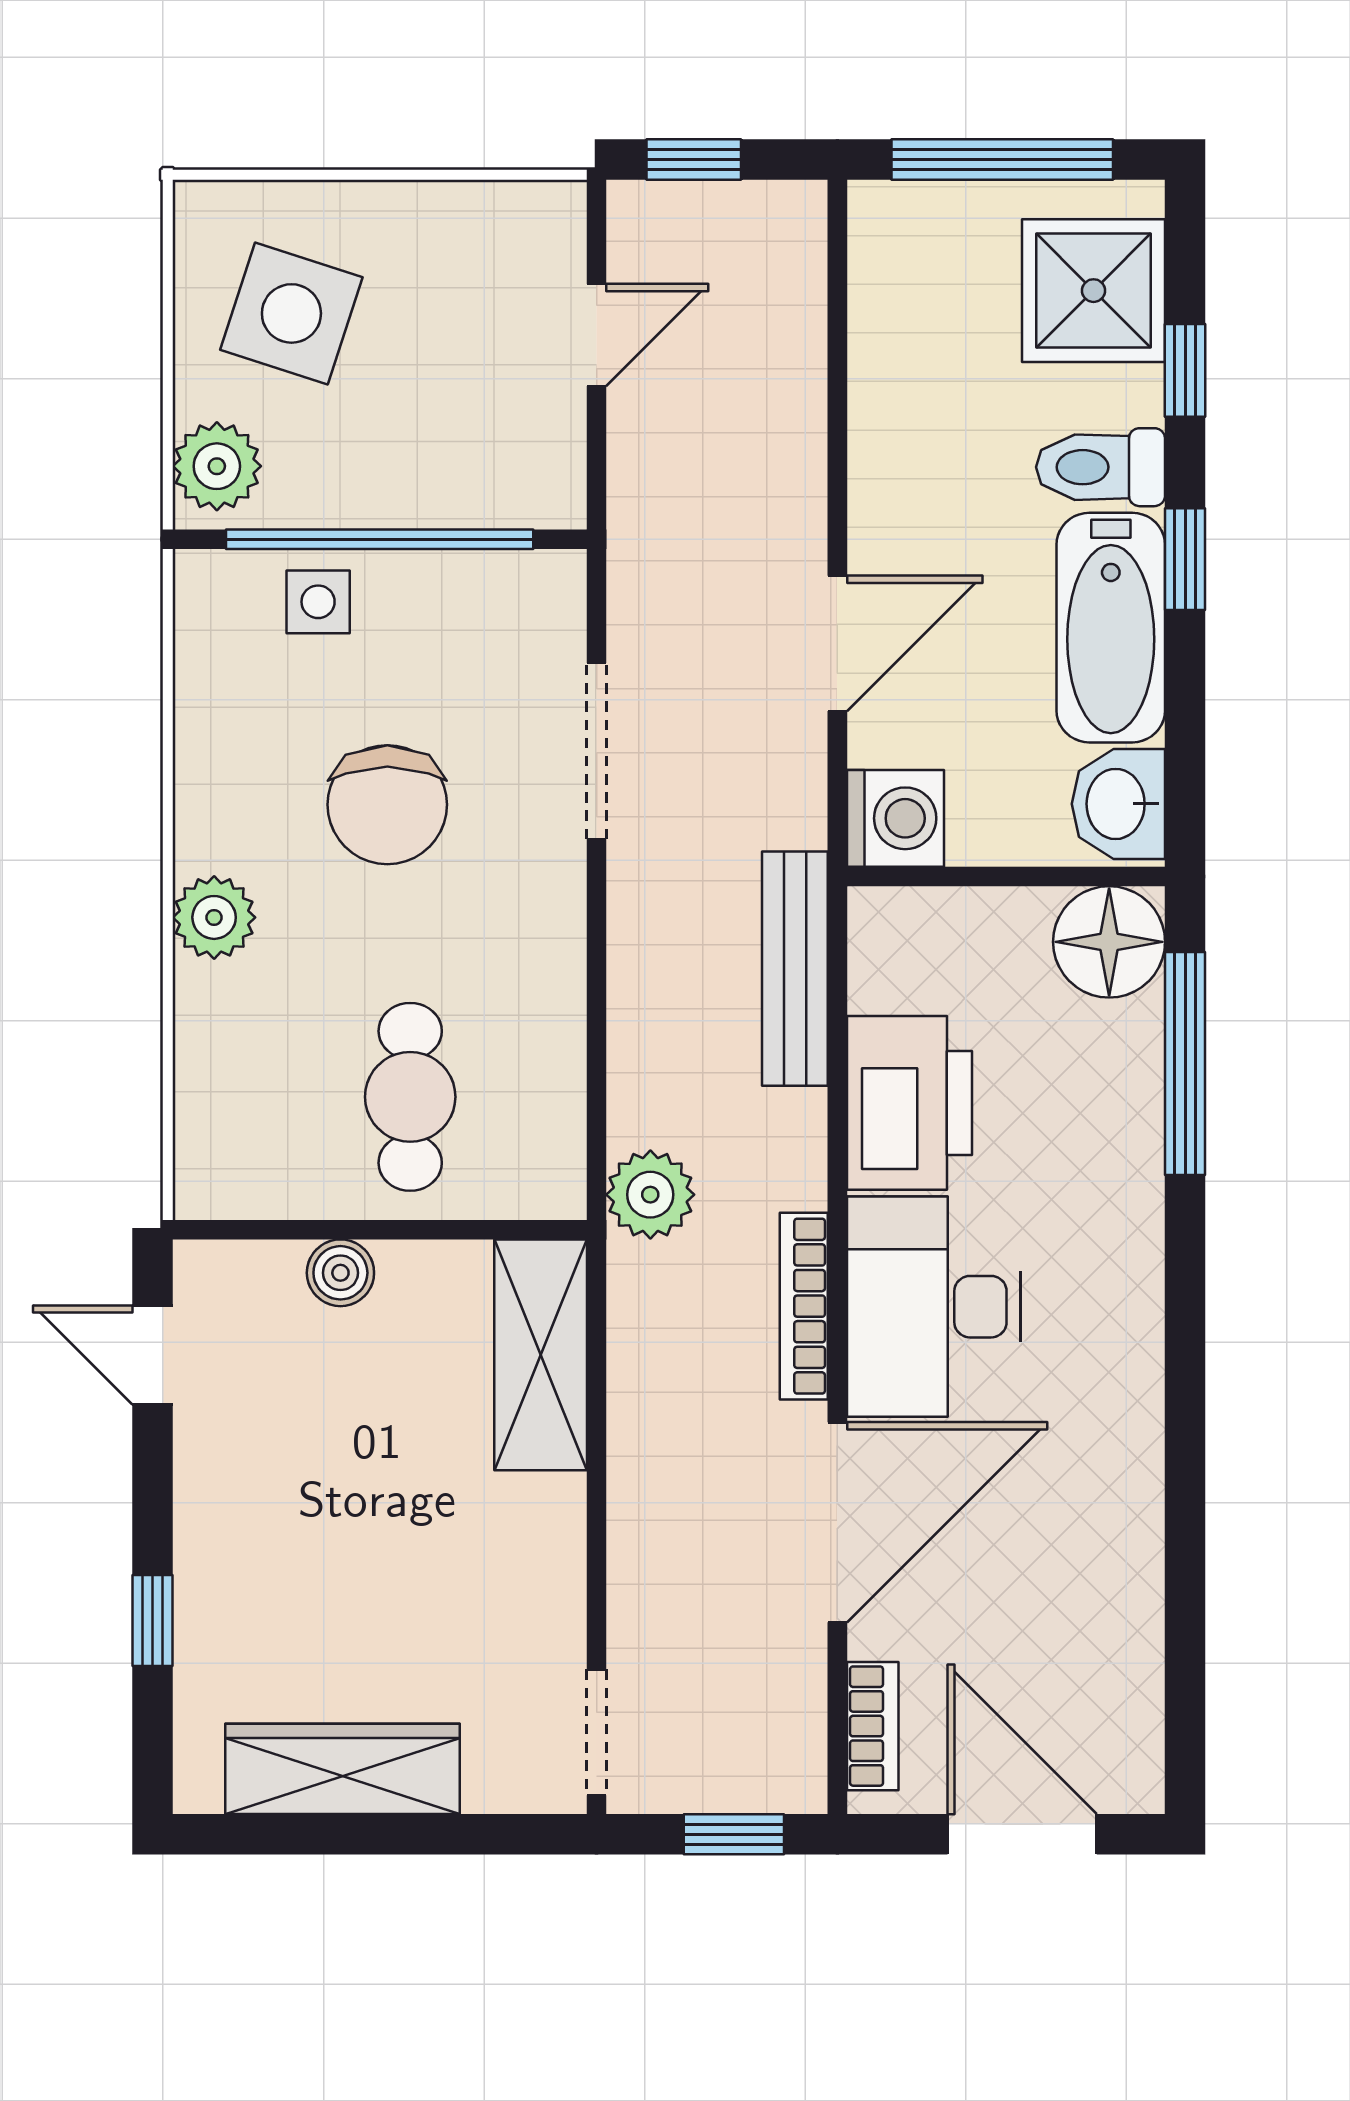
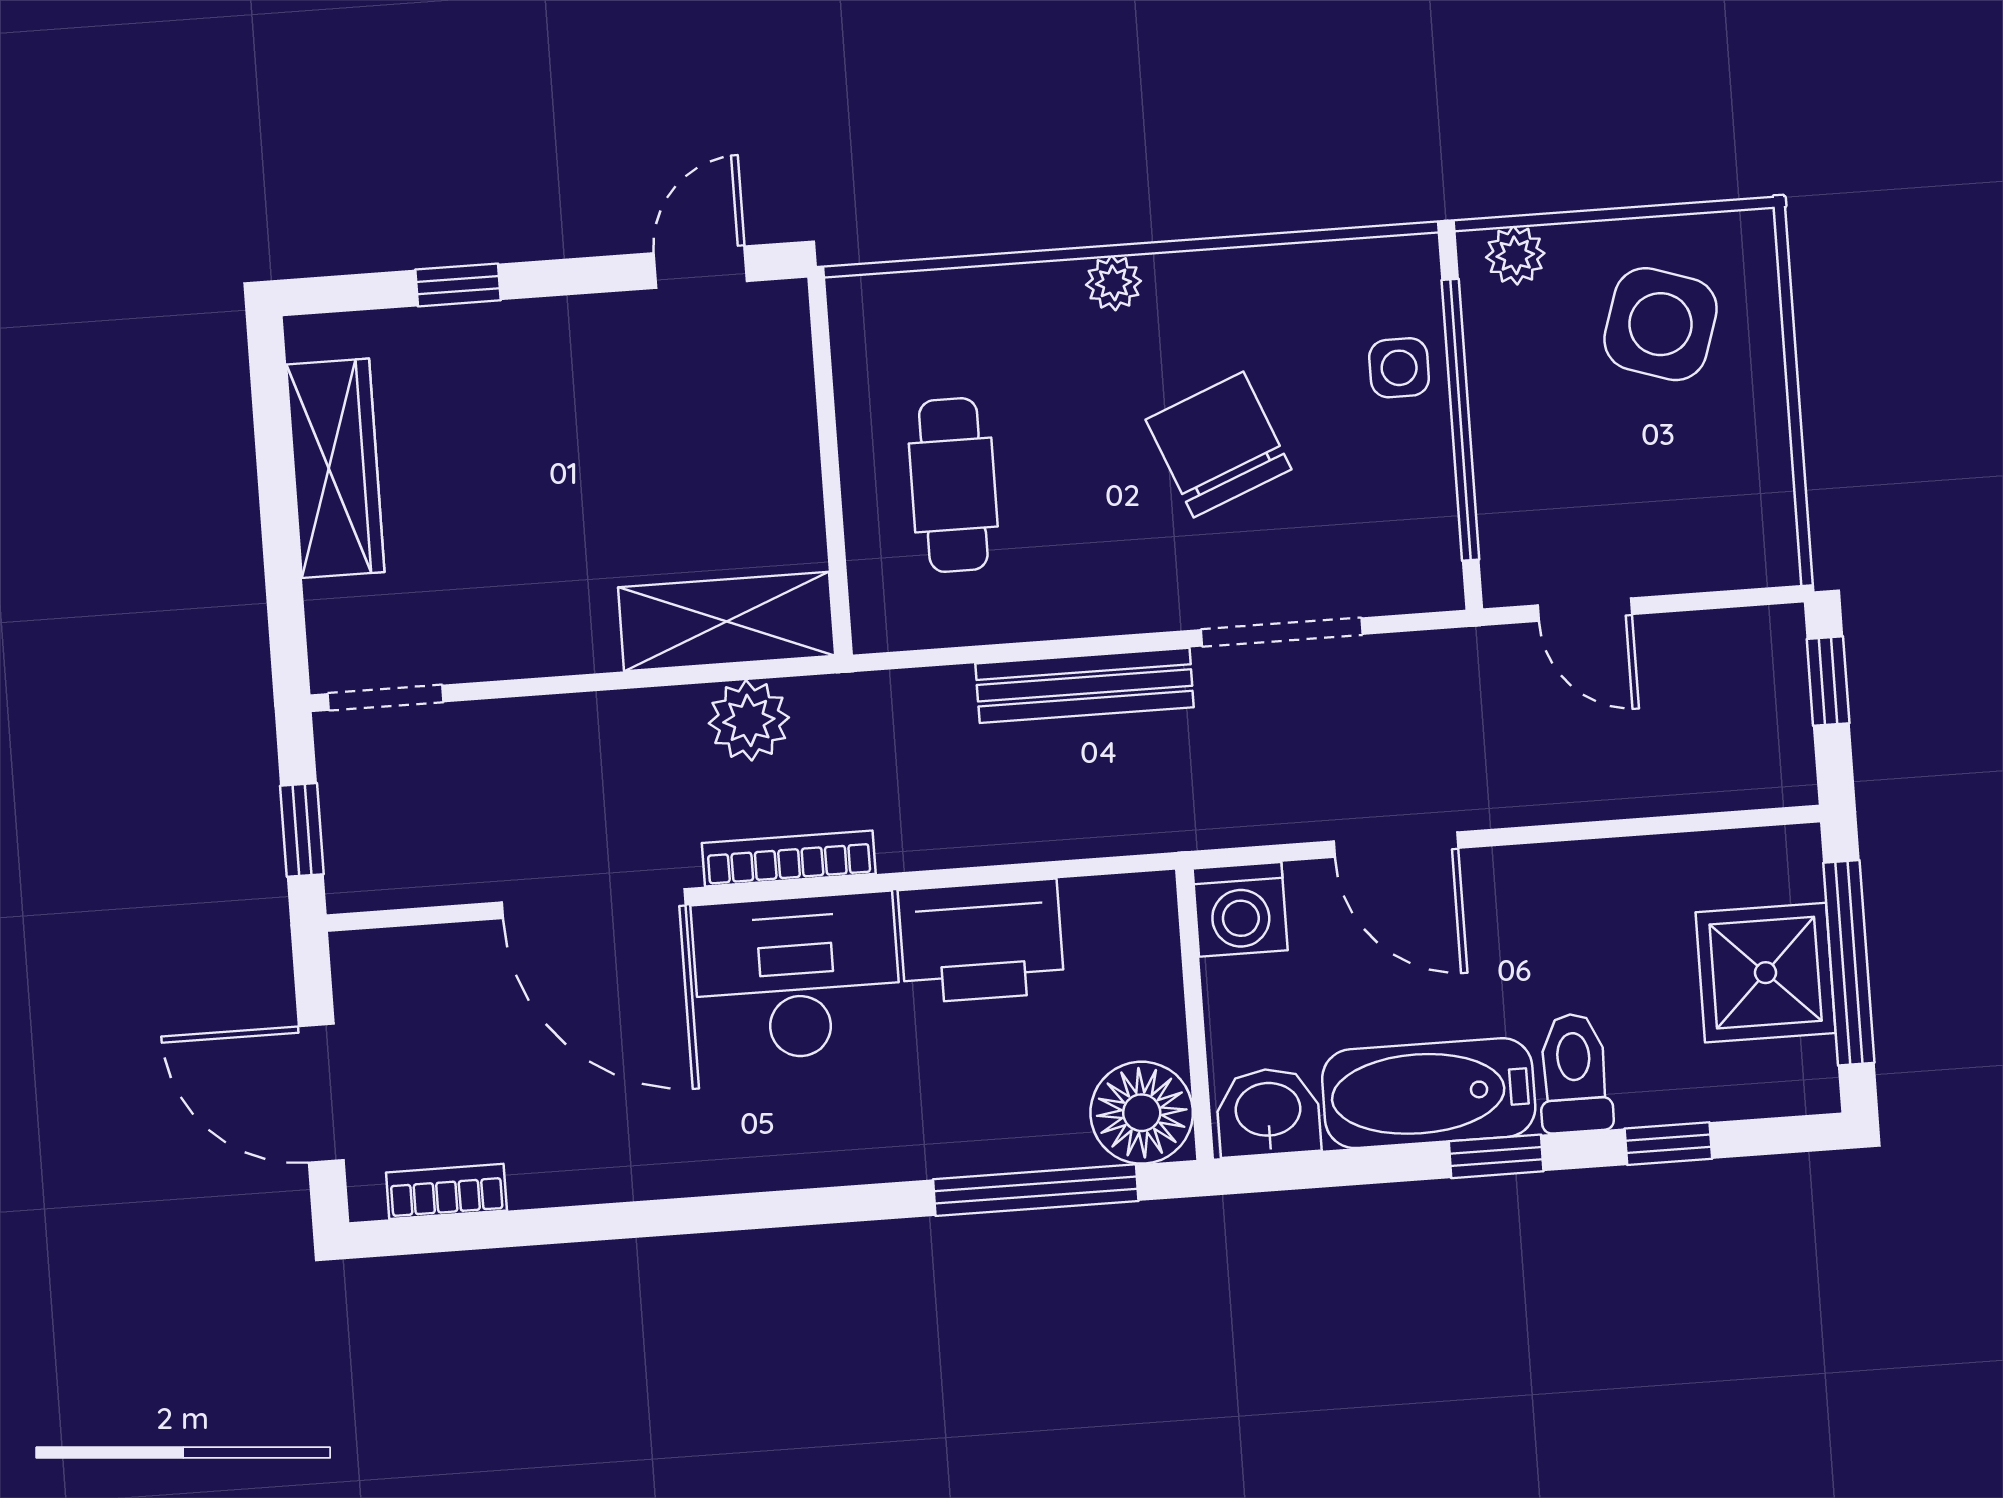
shower: (1094, 291) -> (1766, 973), moved
door: (597, 335) -> (1585, 610), moved
plant: (217, 466) -> (1515, 255), width x0.73, depth x0.73
chair: (387, 805) -> (1219, 445), turned 68
plant: (214, 917) -> (1114, 283), width x0.73, depth x0.73
bench: (795, 969) -> (1085, 685), moved
cafe table: (410, 1097) -> (953, 485), turned 90
plant: (650, 1195) -> (749, 720), moved
boiler: (340, 1273) -> (788, 433), removed
bookcase: (873, 1726) -> (446, 1191), moved, turned 180
door: (1022, 1834) -> (321, 1093), swing flipped

